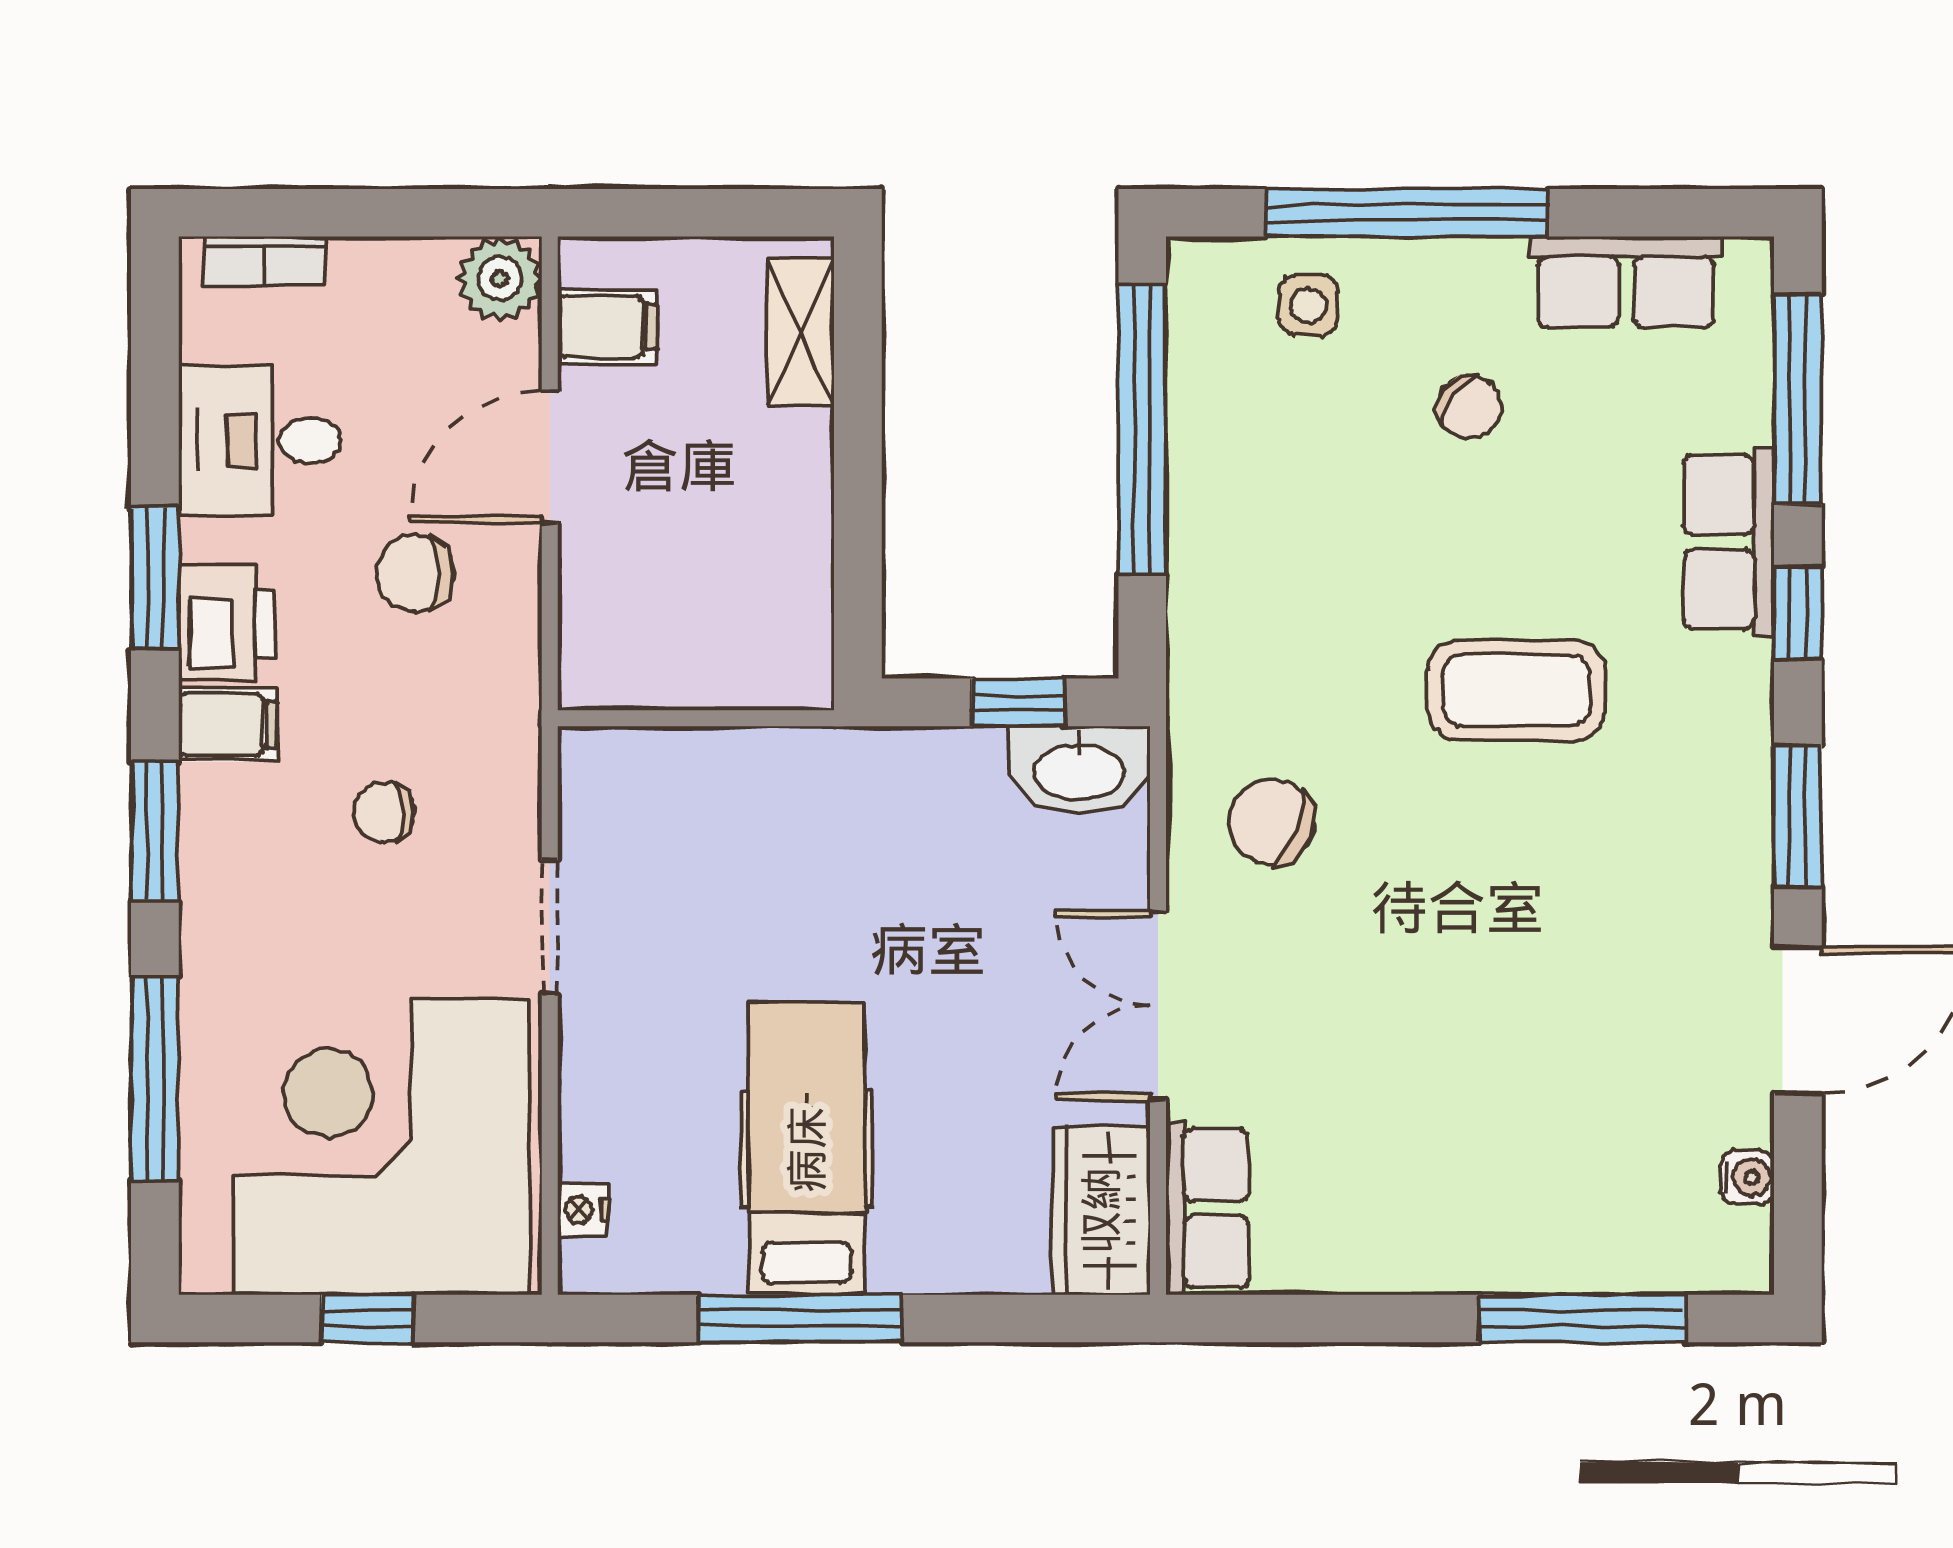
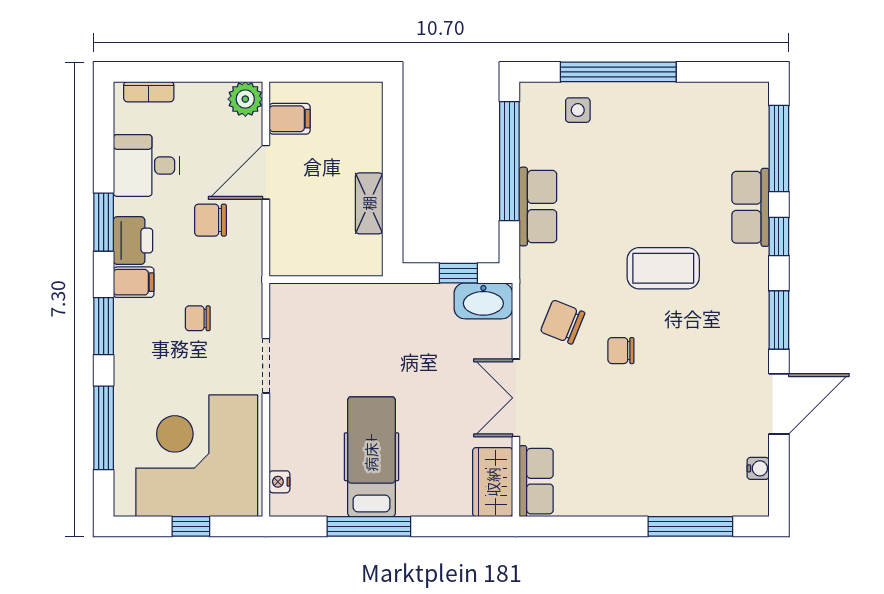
row of seats: (1626, 282) -> (538, 207), moved, turned -90
shelving: (801, 332) -> (369, 203), moved
chair: (1469, 407) -> (621, 351), moved, turned 145

